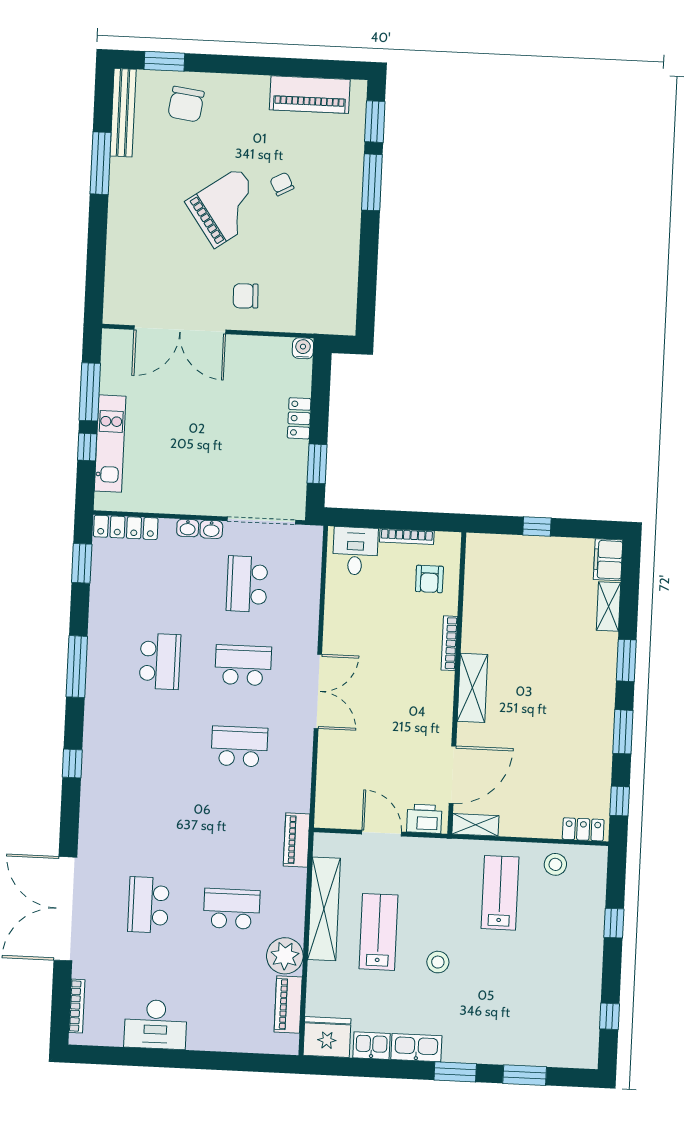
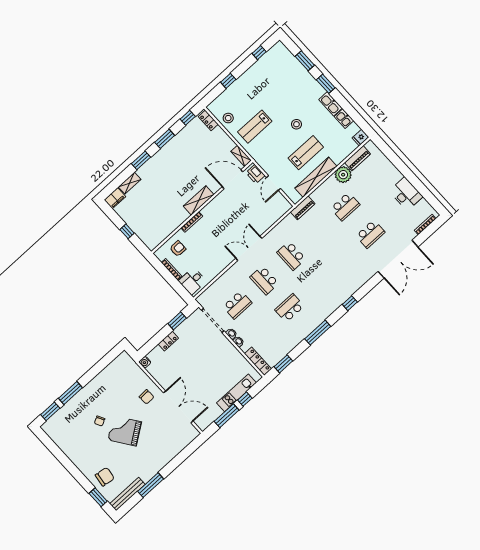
piano: (310, 95) -> (62, 441), removed
school desk: (232, 909) -> (345, 206), turned -90
lab bench: (378, 932) -> (306, 153), turned 180
fridge: (327, 1037) -> (360, 138), width x0.53, depth x0.75

